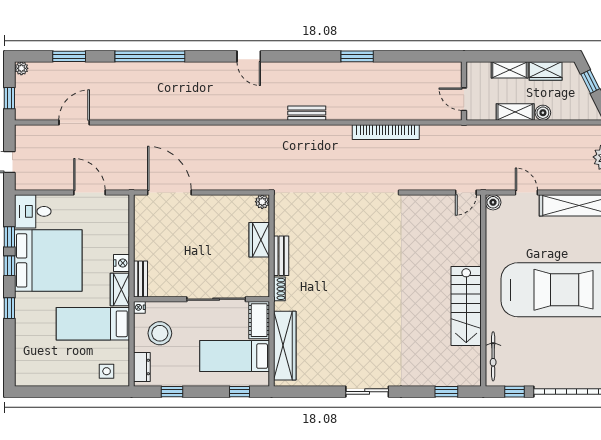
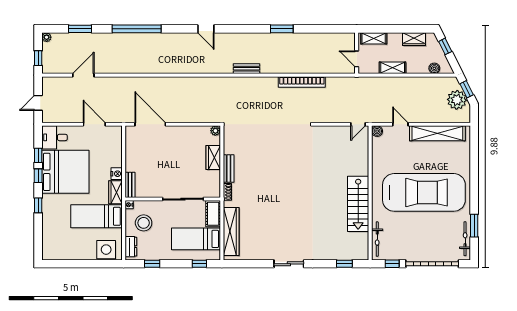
shelving: (510, 70) -> (374, 38), moved
boiler: (543, 113) -> (434, 68), moved
side table: (107, 371) -> (106, 250), width x1.87, depth x1.87

